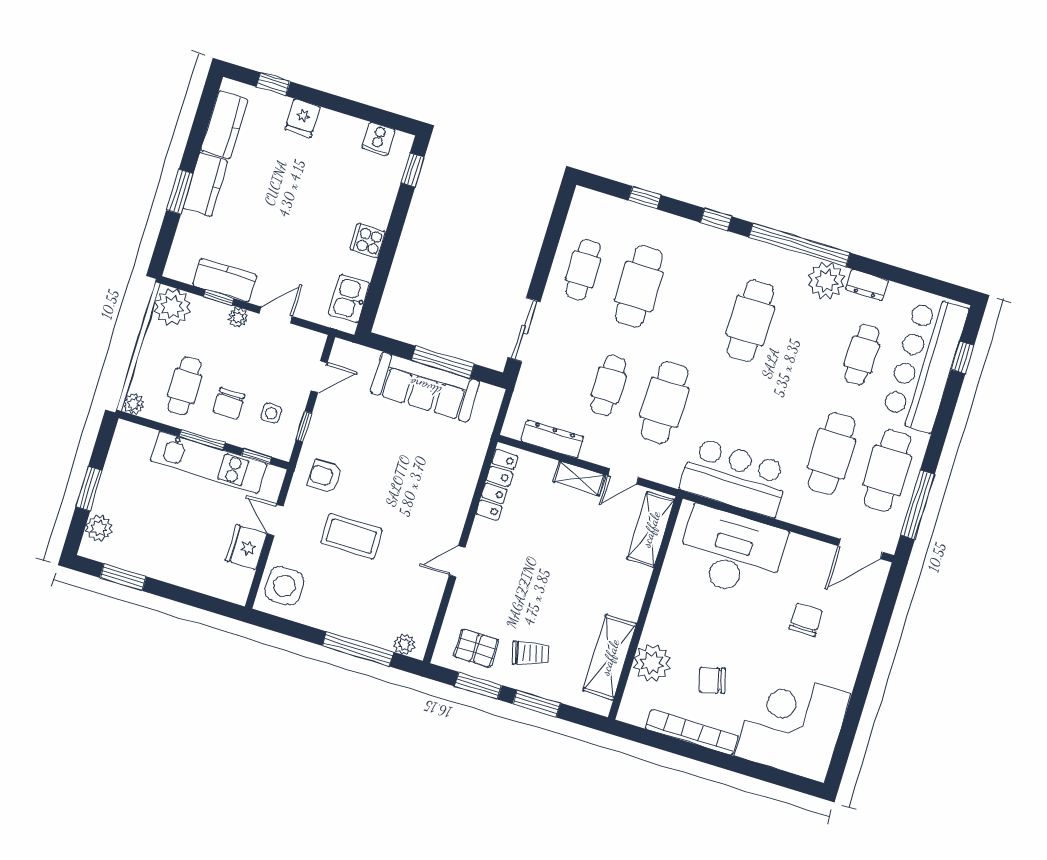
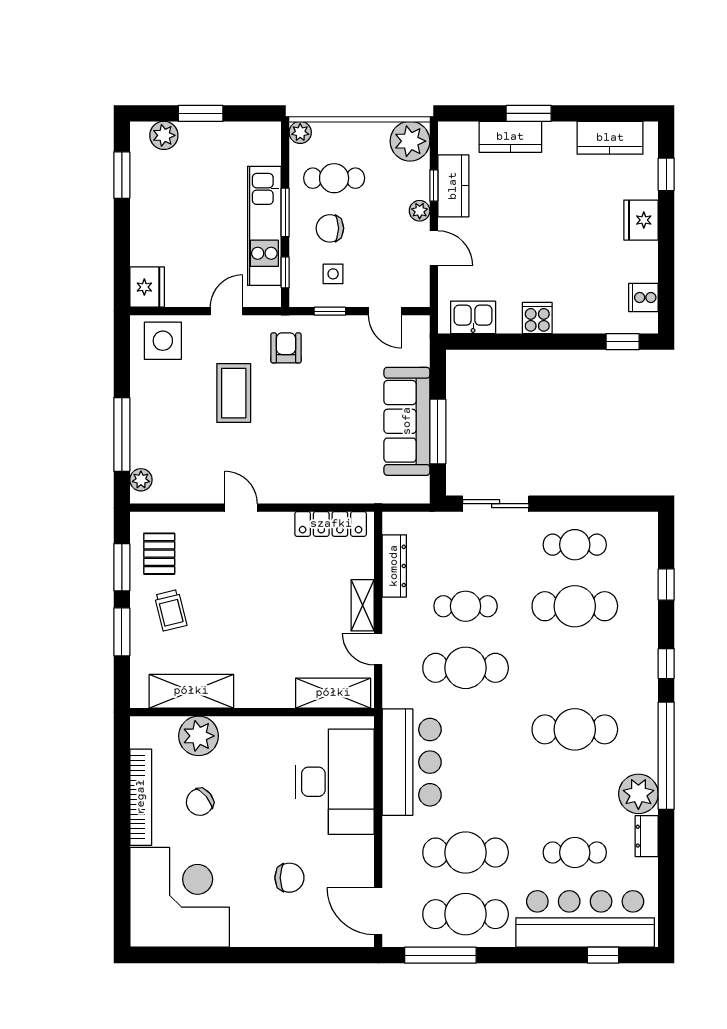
fridge: (303, 118) -> (641, 220), width x1.38
kitchen counter: (205, 185) -> (510, 137), moved
fridge: (246, 547) -> (147, 287), moved, turned 90
chair: (712, 680) -> (200, 802), turned -114

